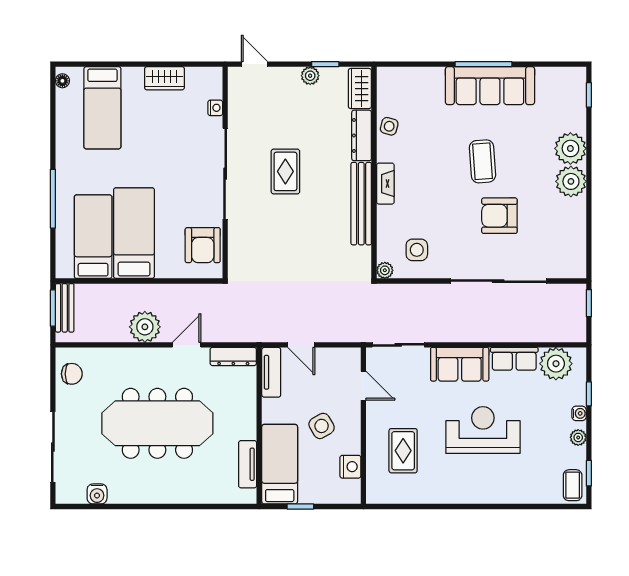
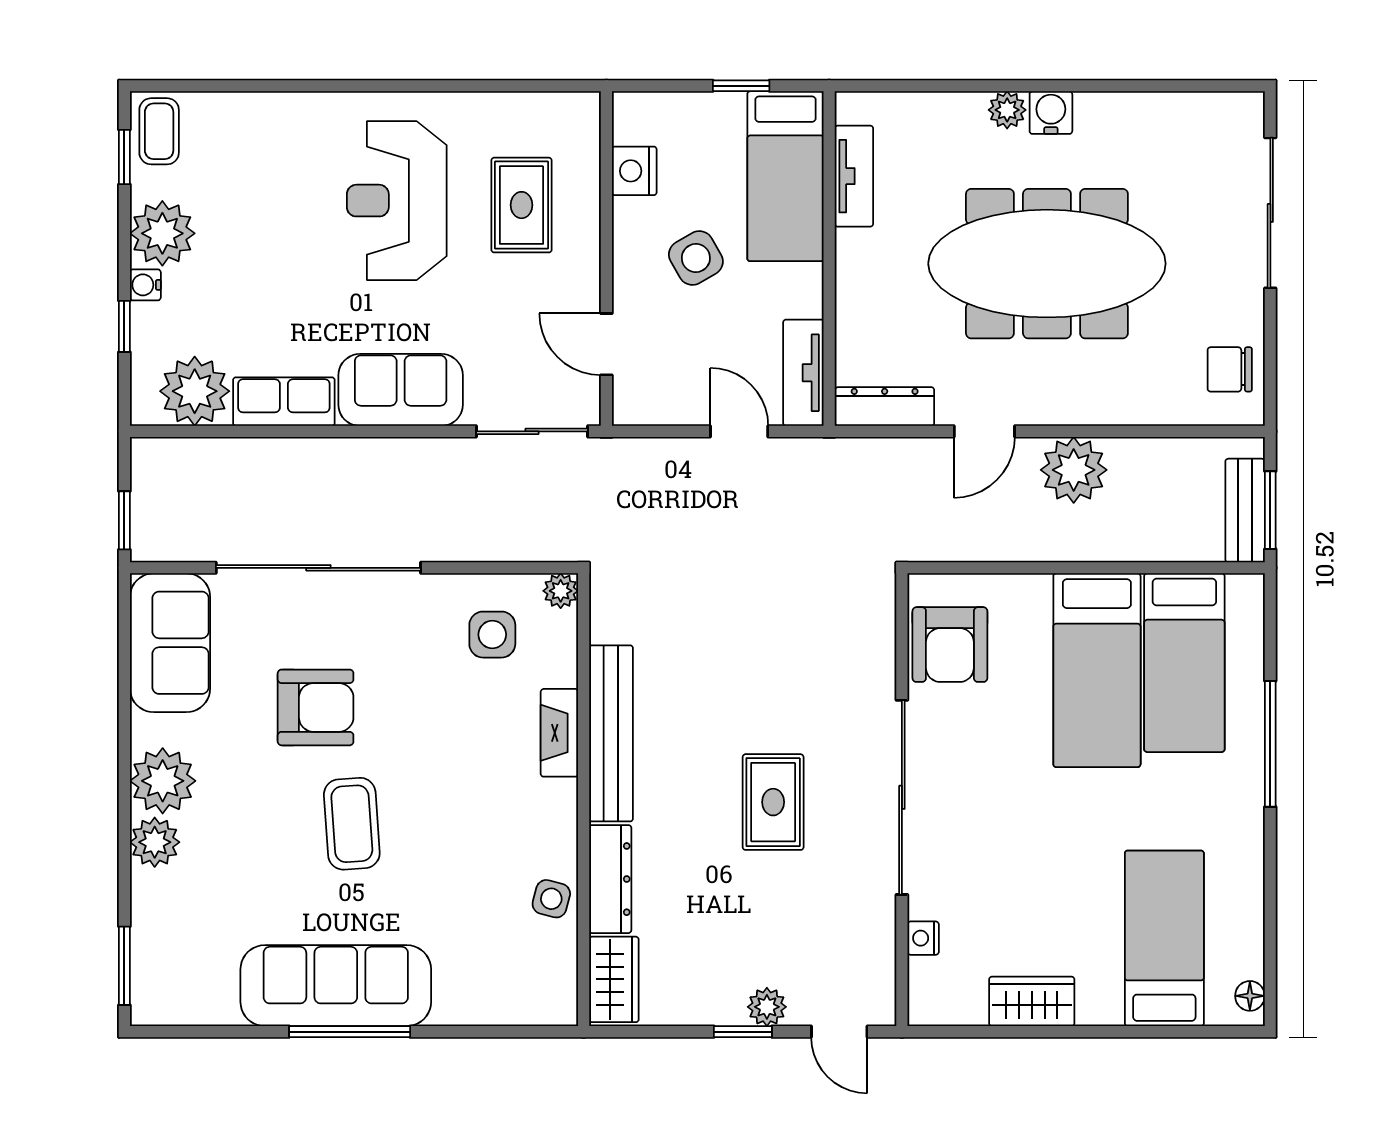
window: (325, 64) -> (743, 1032), moved
plant: (310, 76) -> (767, 1007), moved
window: (589, 95) -> (124, 966), width x1.50
plant: (570, 148) -> (155, 842), width x0.73, depth x0.73
fireplace: (385, 184) -> (559, 733), moved
armchair: (203, 245) -> (950, 645), turned 180
sofa: (567, 246) -> (170, 643), added
reception desk: (483, 430) -> (397, 201), moved, turned 90
plant: (578, 437) -> (162, 233), width x1.88, depth x1.88
water cooler: (97, 494) -> (1051, 113), moved
plant: (176, 495) -> (1007, 110), added

